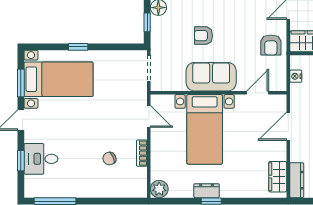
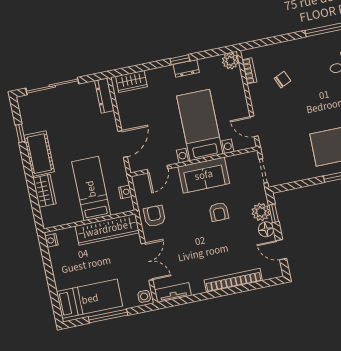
plant: (160, 26) -> (261, 212), added
armchair: (203, 36) -> (219, 212), turned 90
bookcase: (142, 153) -> (249, 71), moved
wardrobe: (278, 177) -> (131, 81), moved, turned 90

